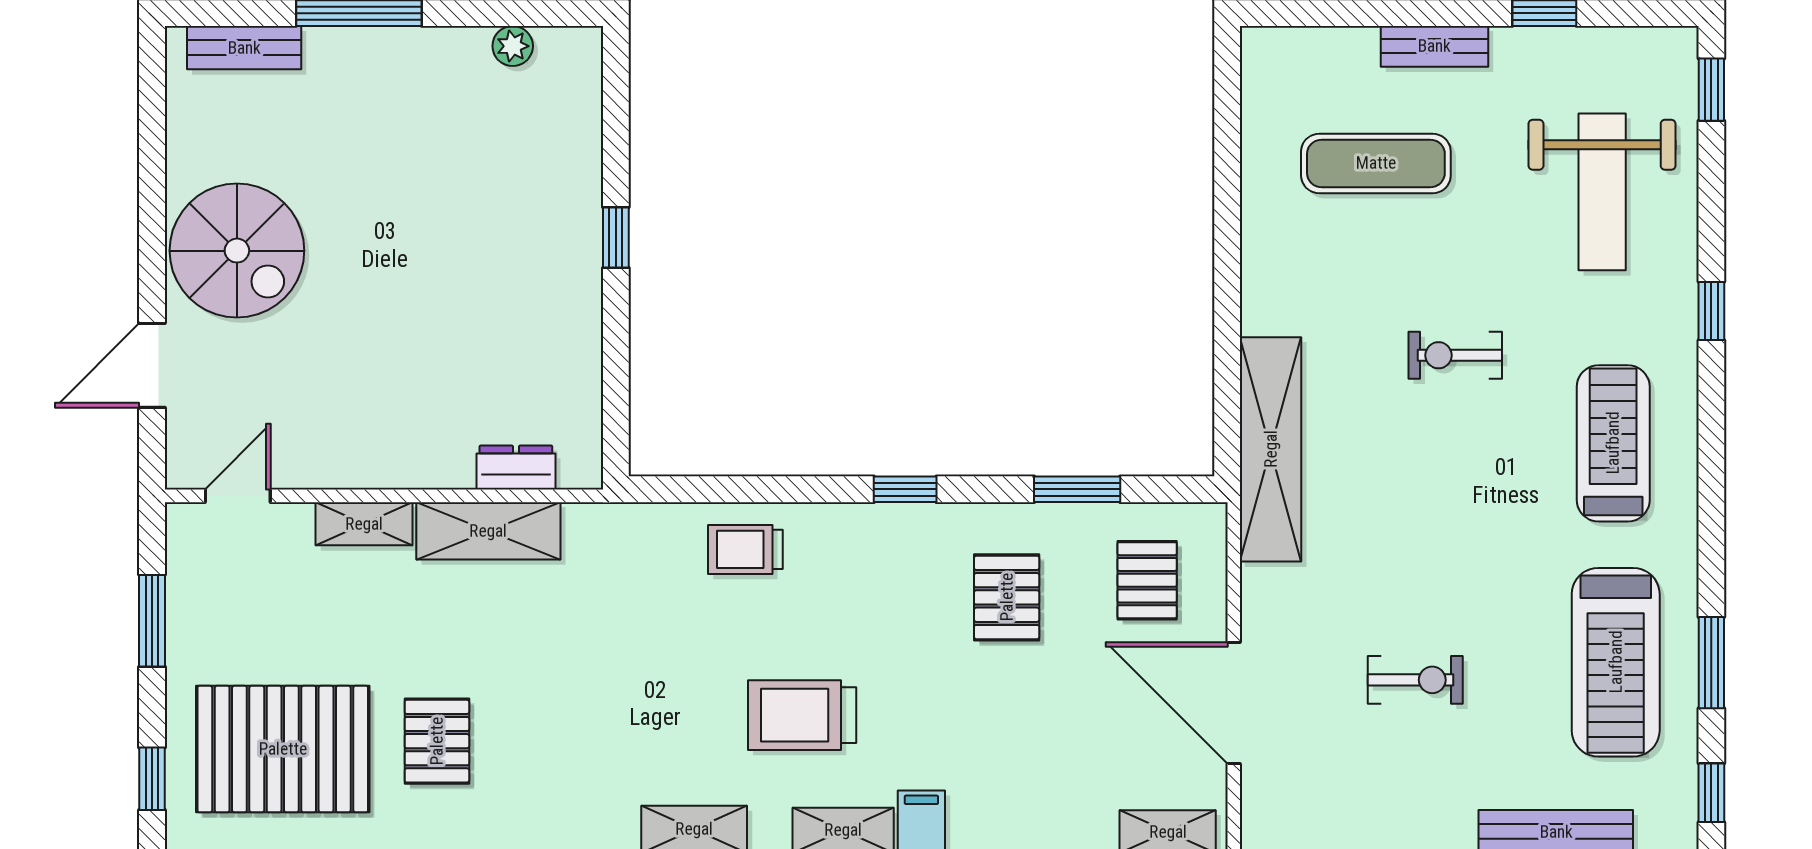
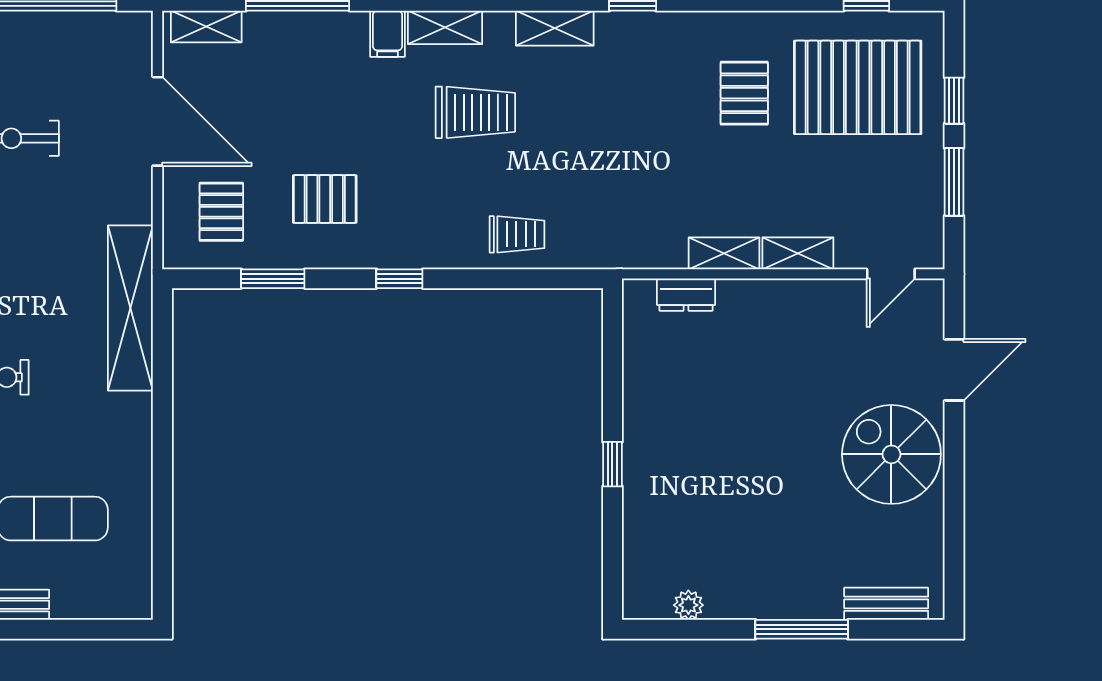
shelving: (488, 531) -> (724, 253), width x0.67, depth x0.75
pallet: (1007, 597) -> (325, 199), turned 90
window: (152, 779) -> (954, 101), moved

